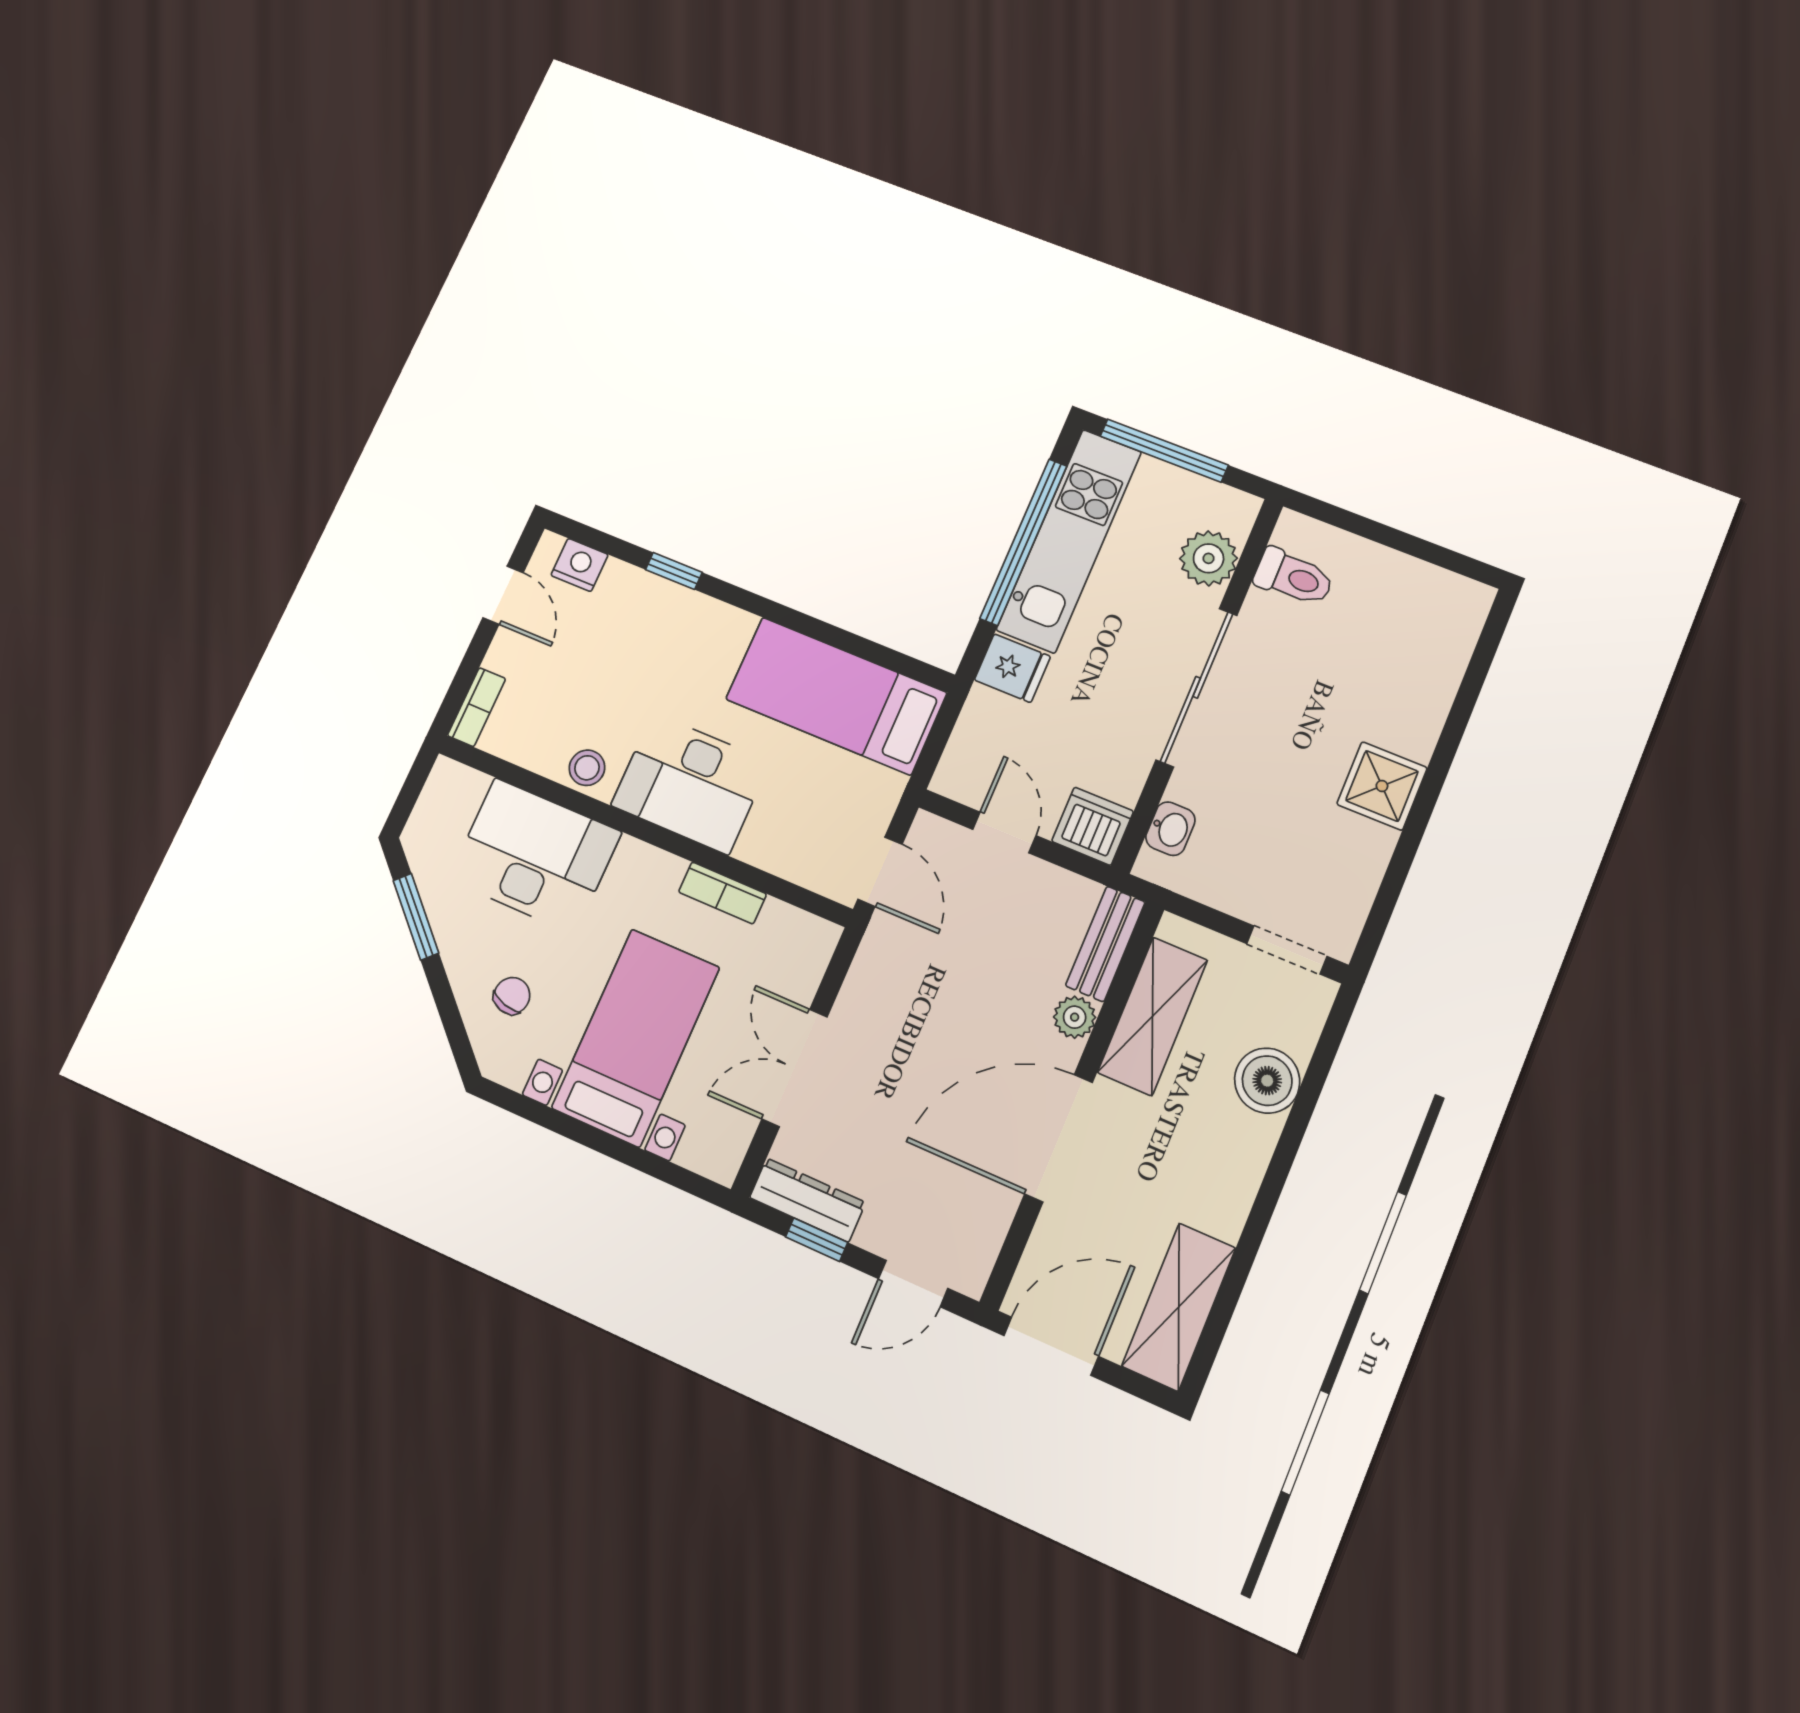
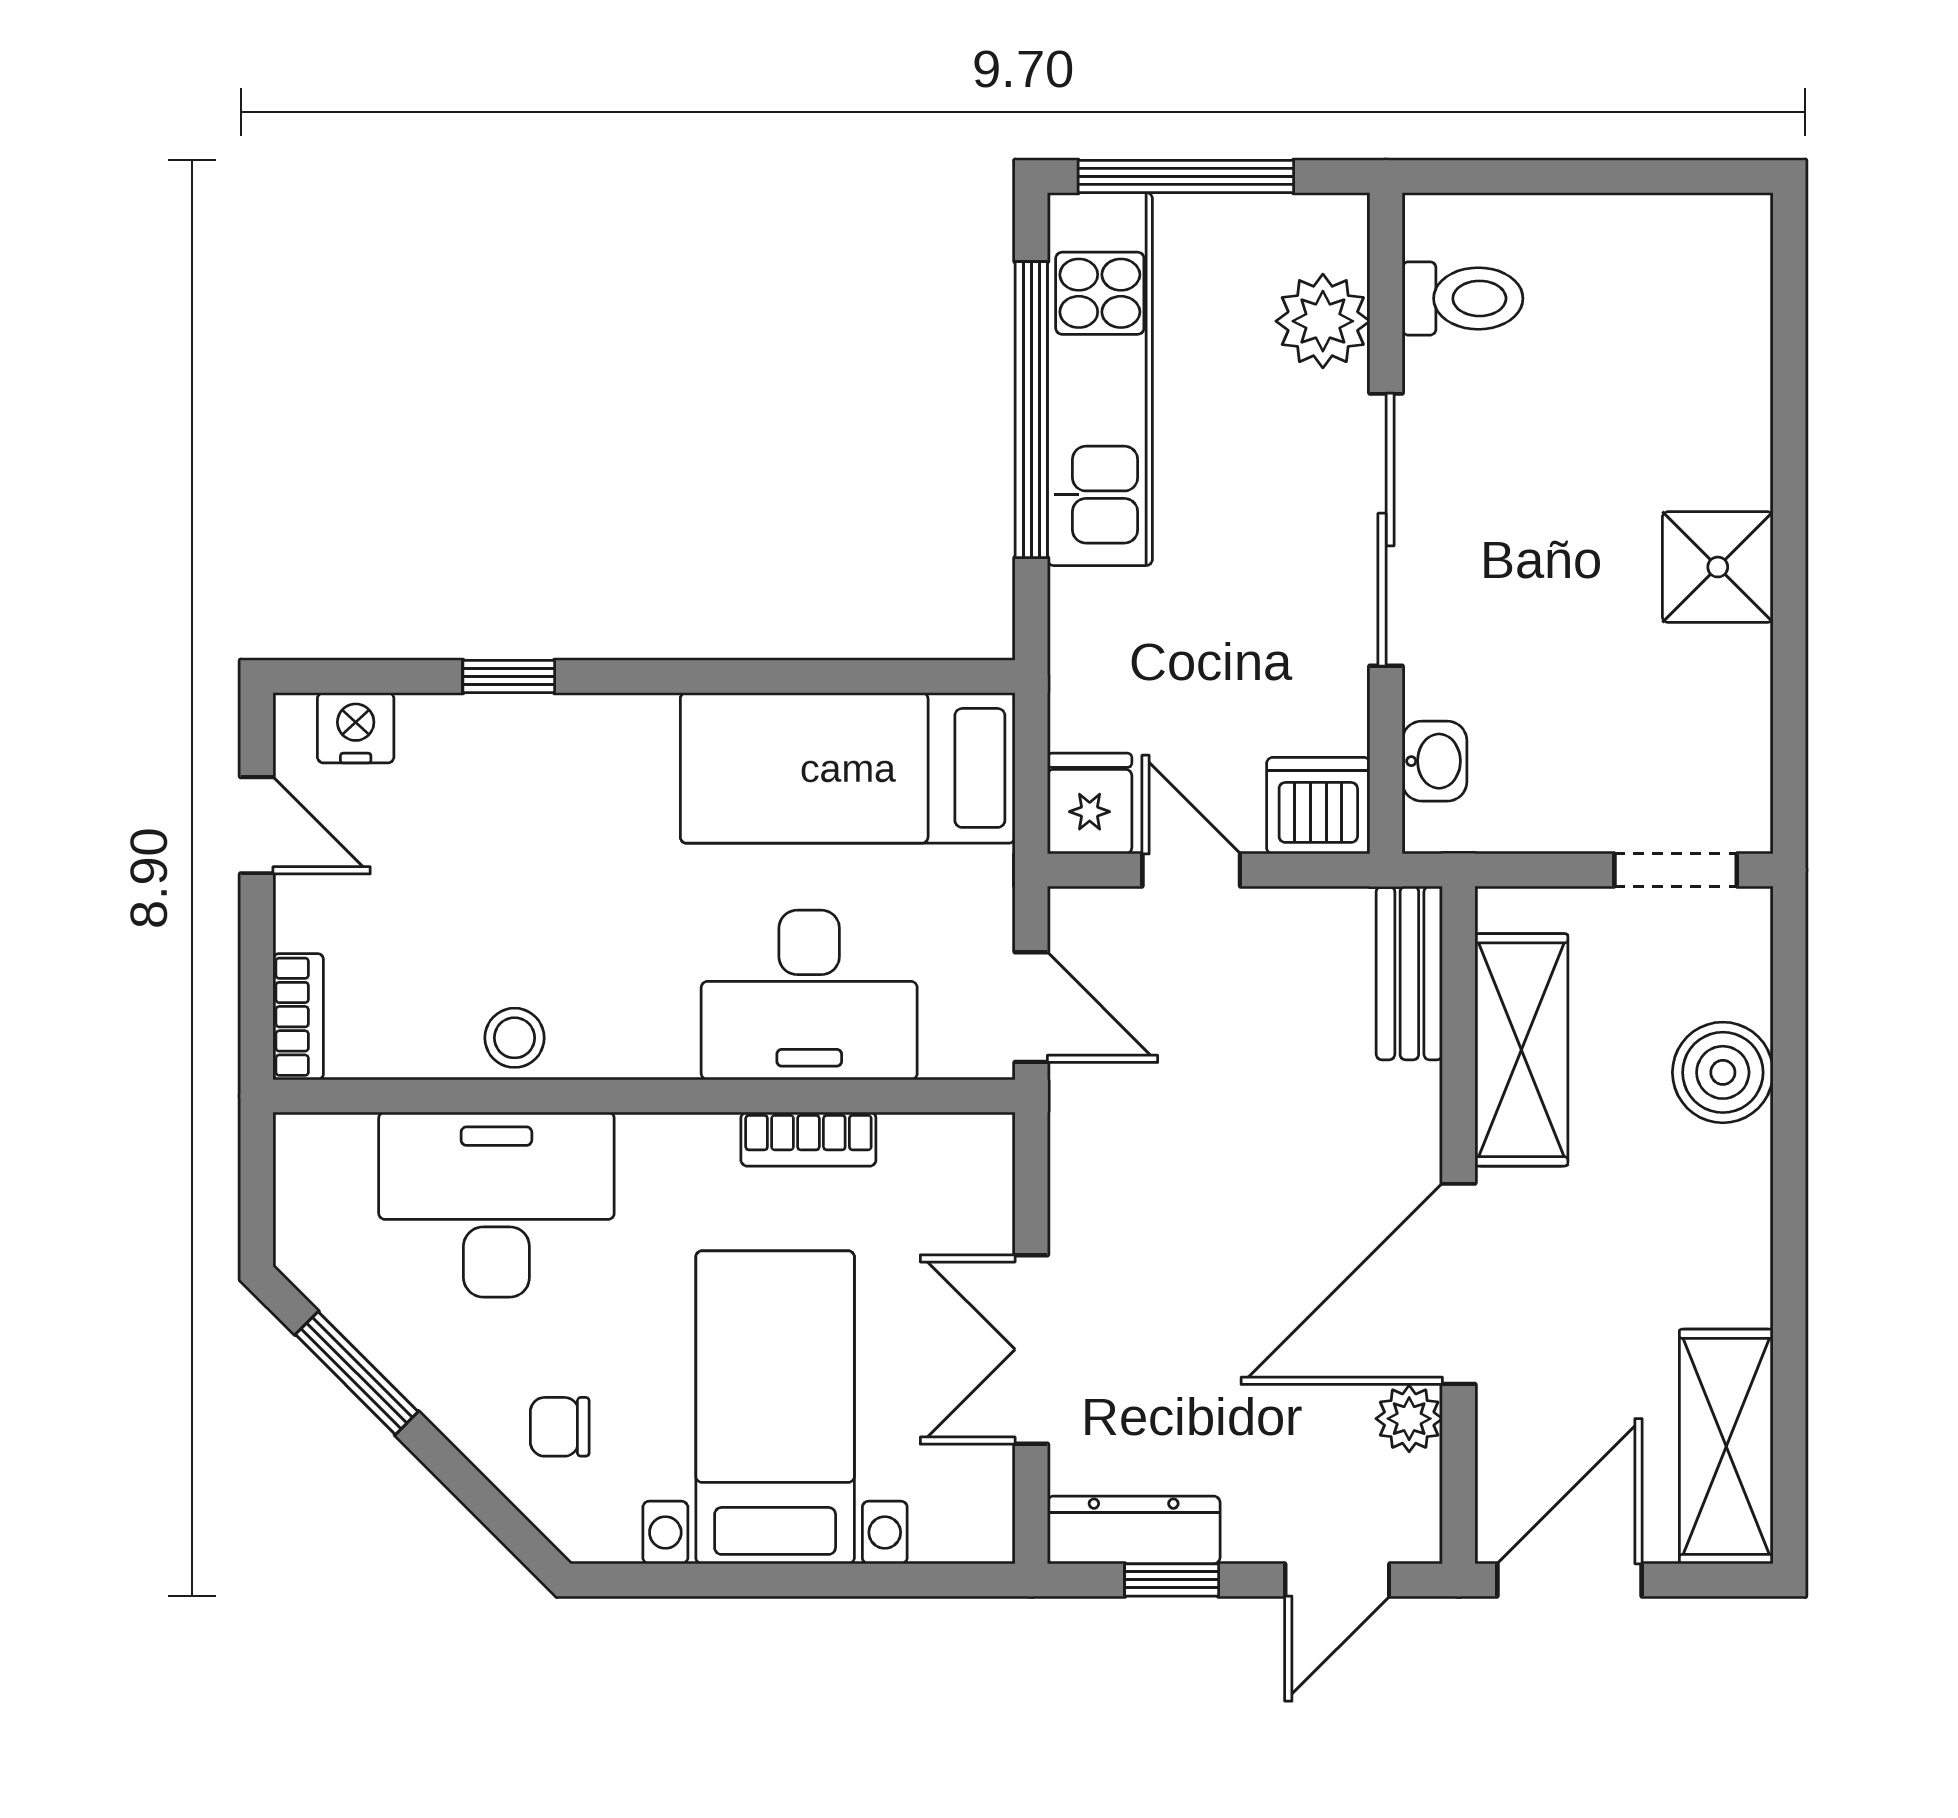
fridge: (1012, 668) -> (1090, 804), moved, turned -90
desk: (690, 783) -> (809, 995), moved
chair: (512, 996) -> (560, 1427), turned -105
plant: (1075, 1017) -> (1409, 1419), moved

